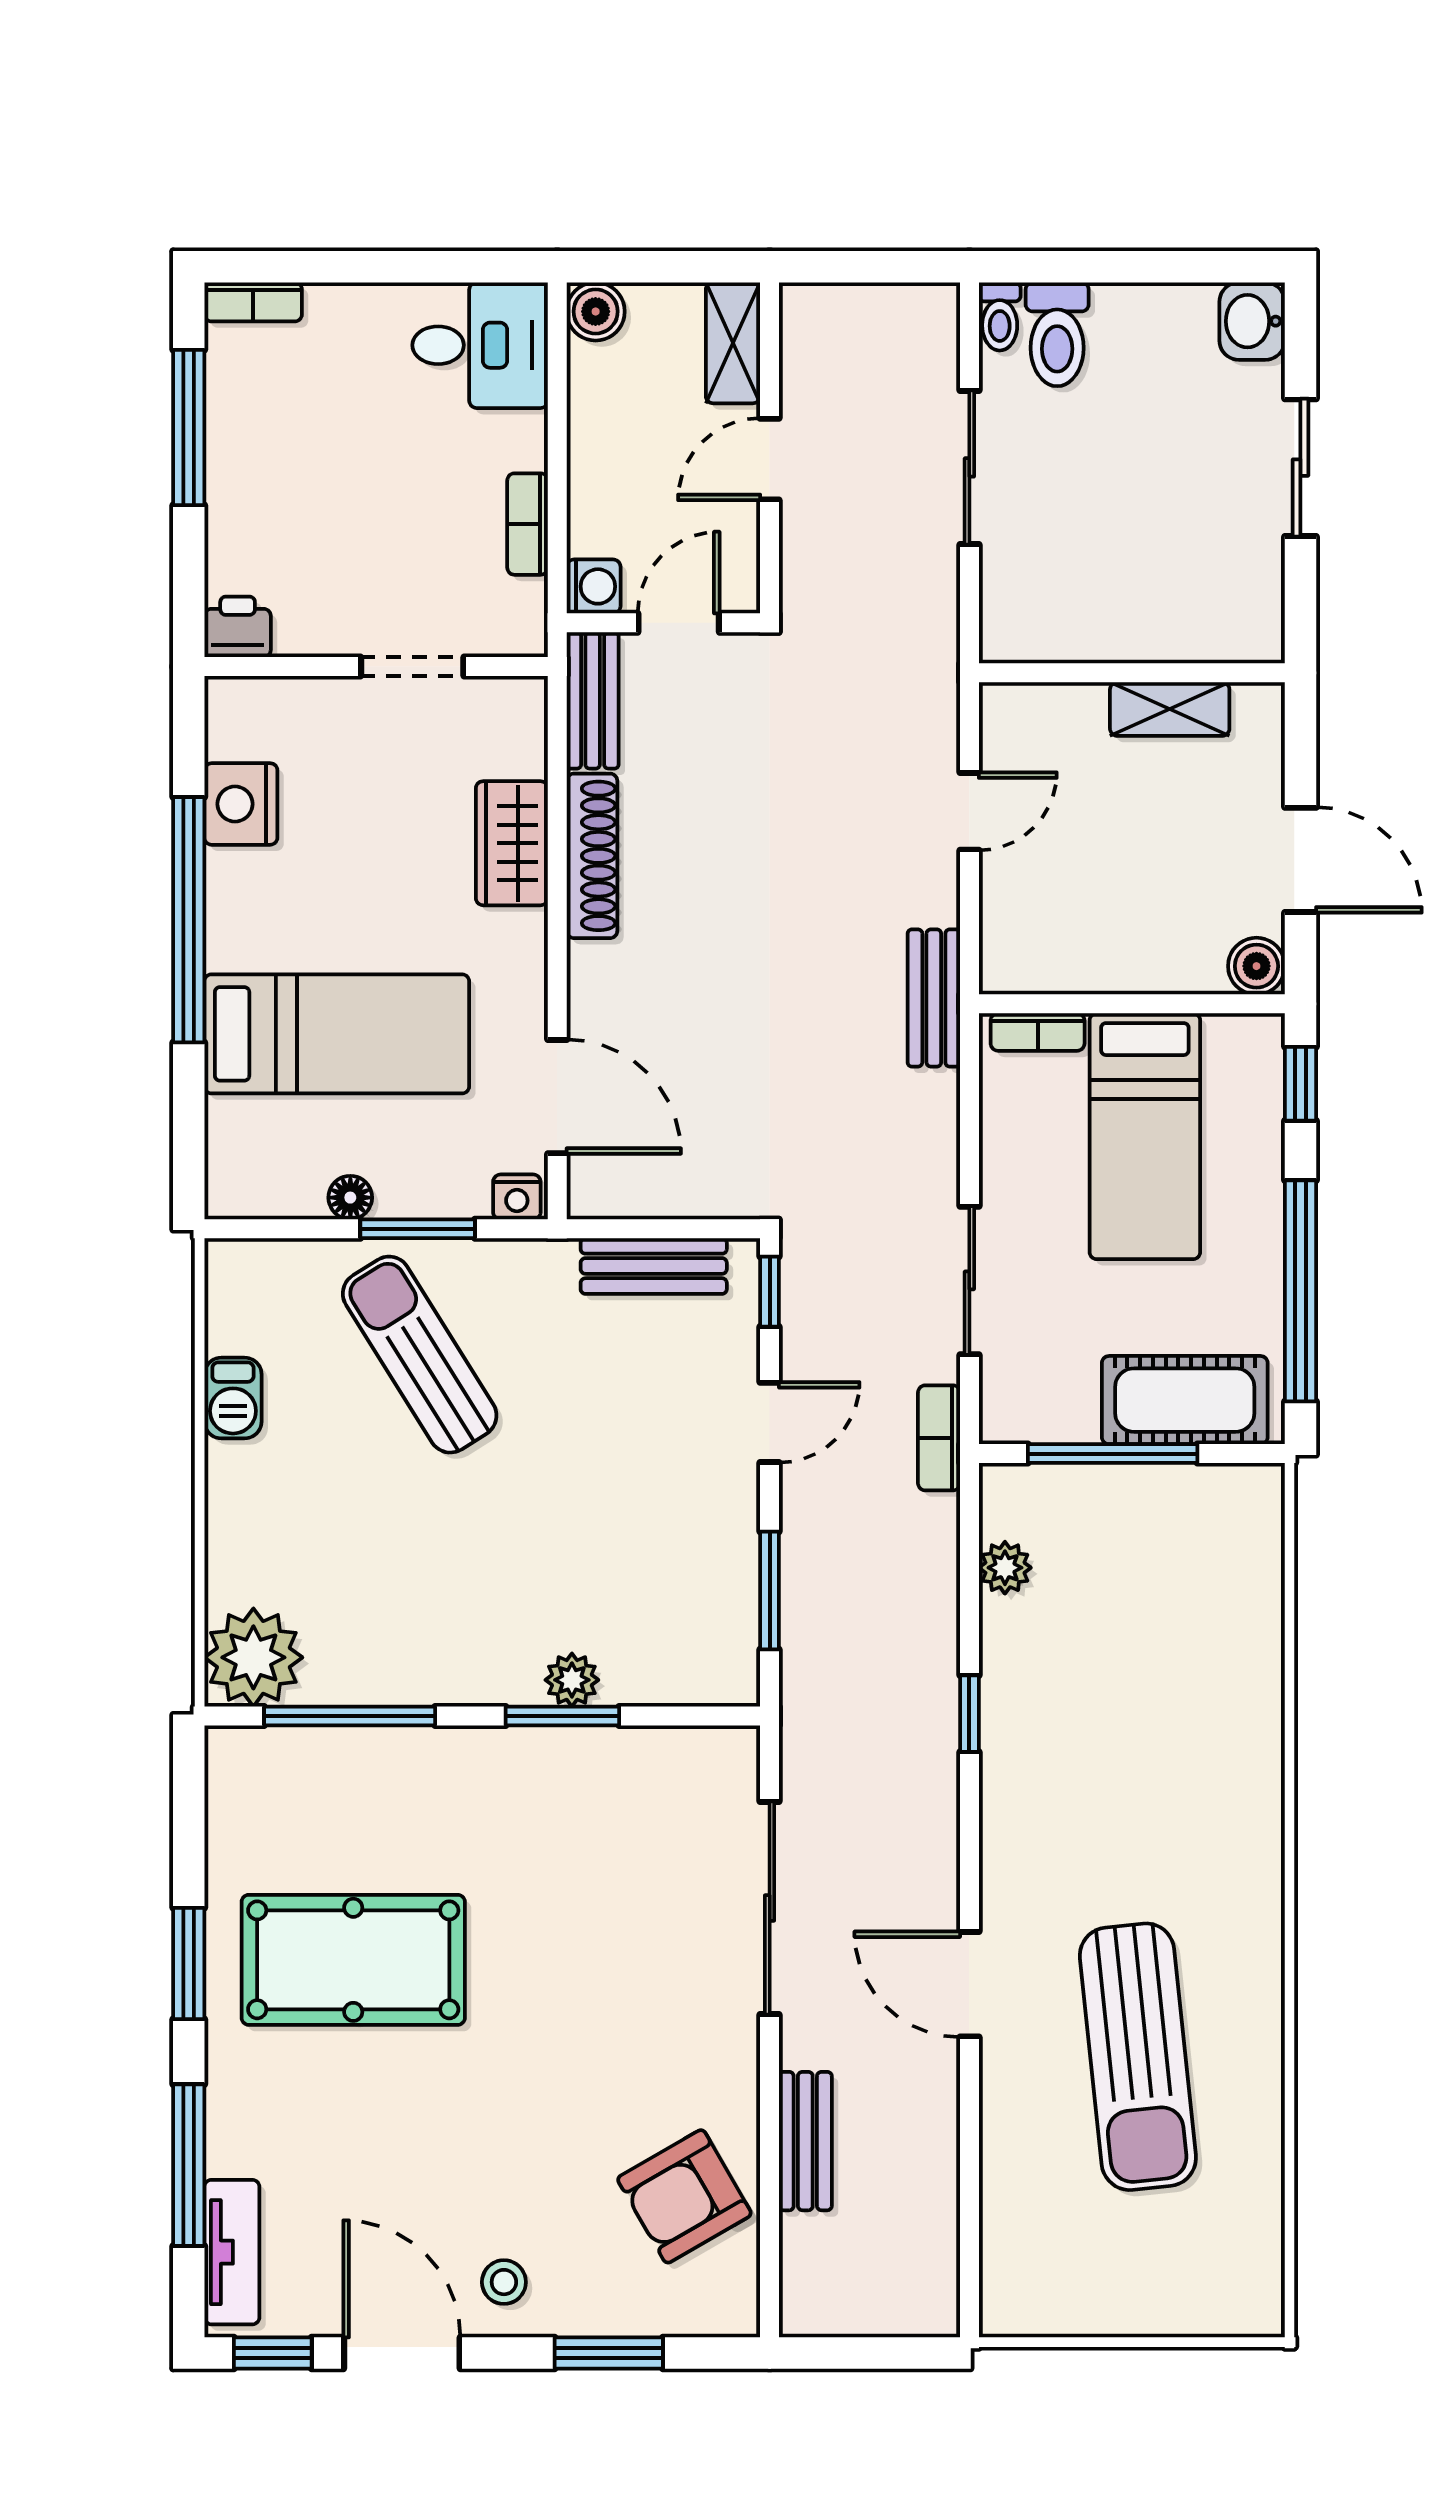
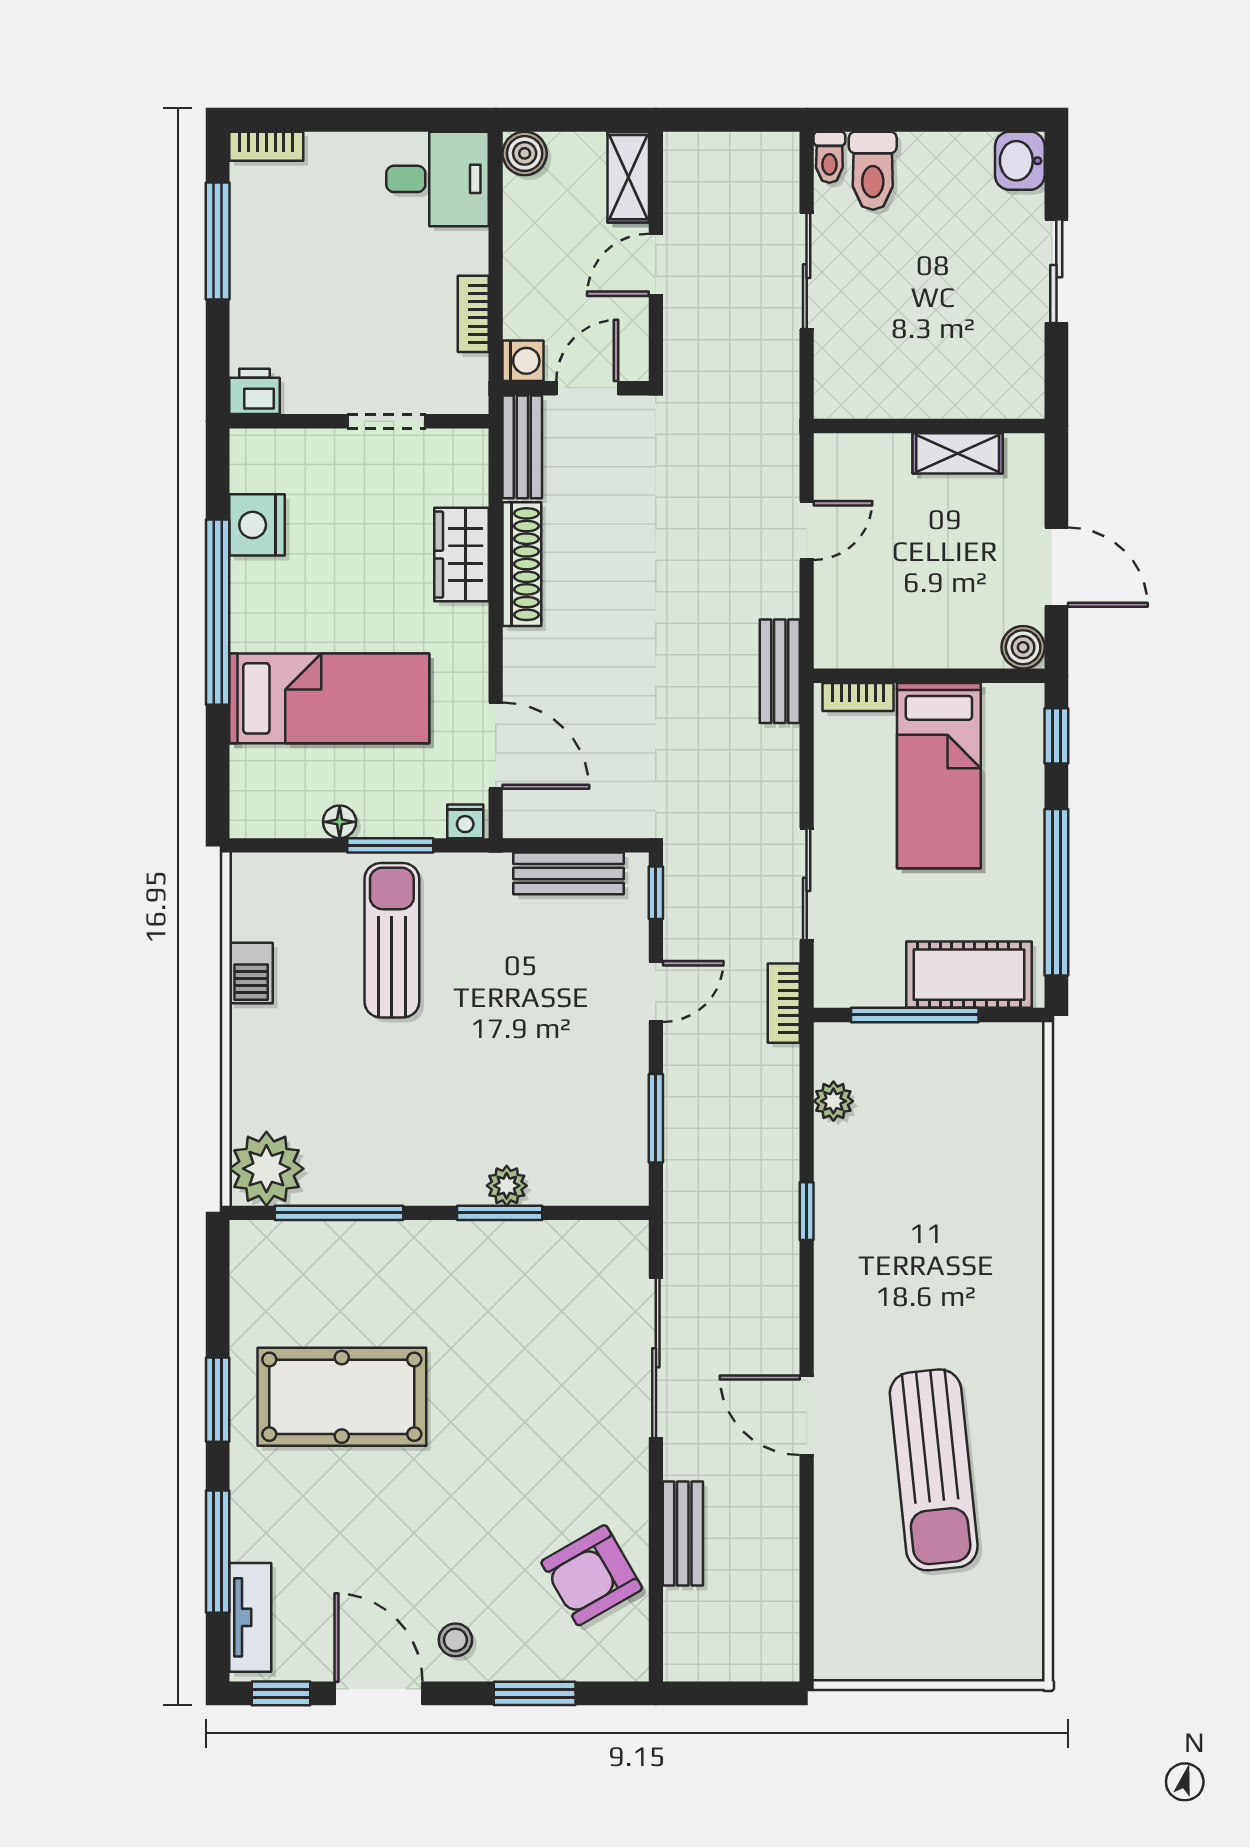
sun lounger: (420, 1355) -> (392, 940), turned 32

